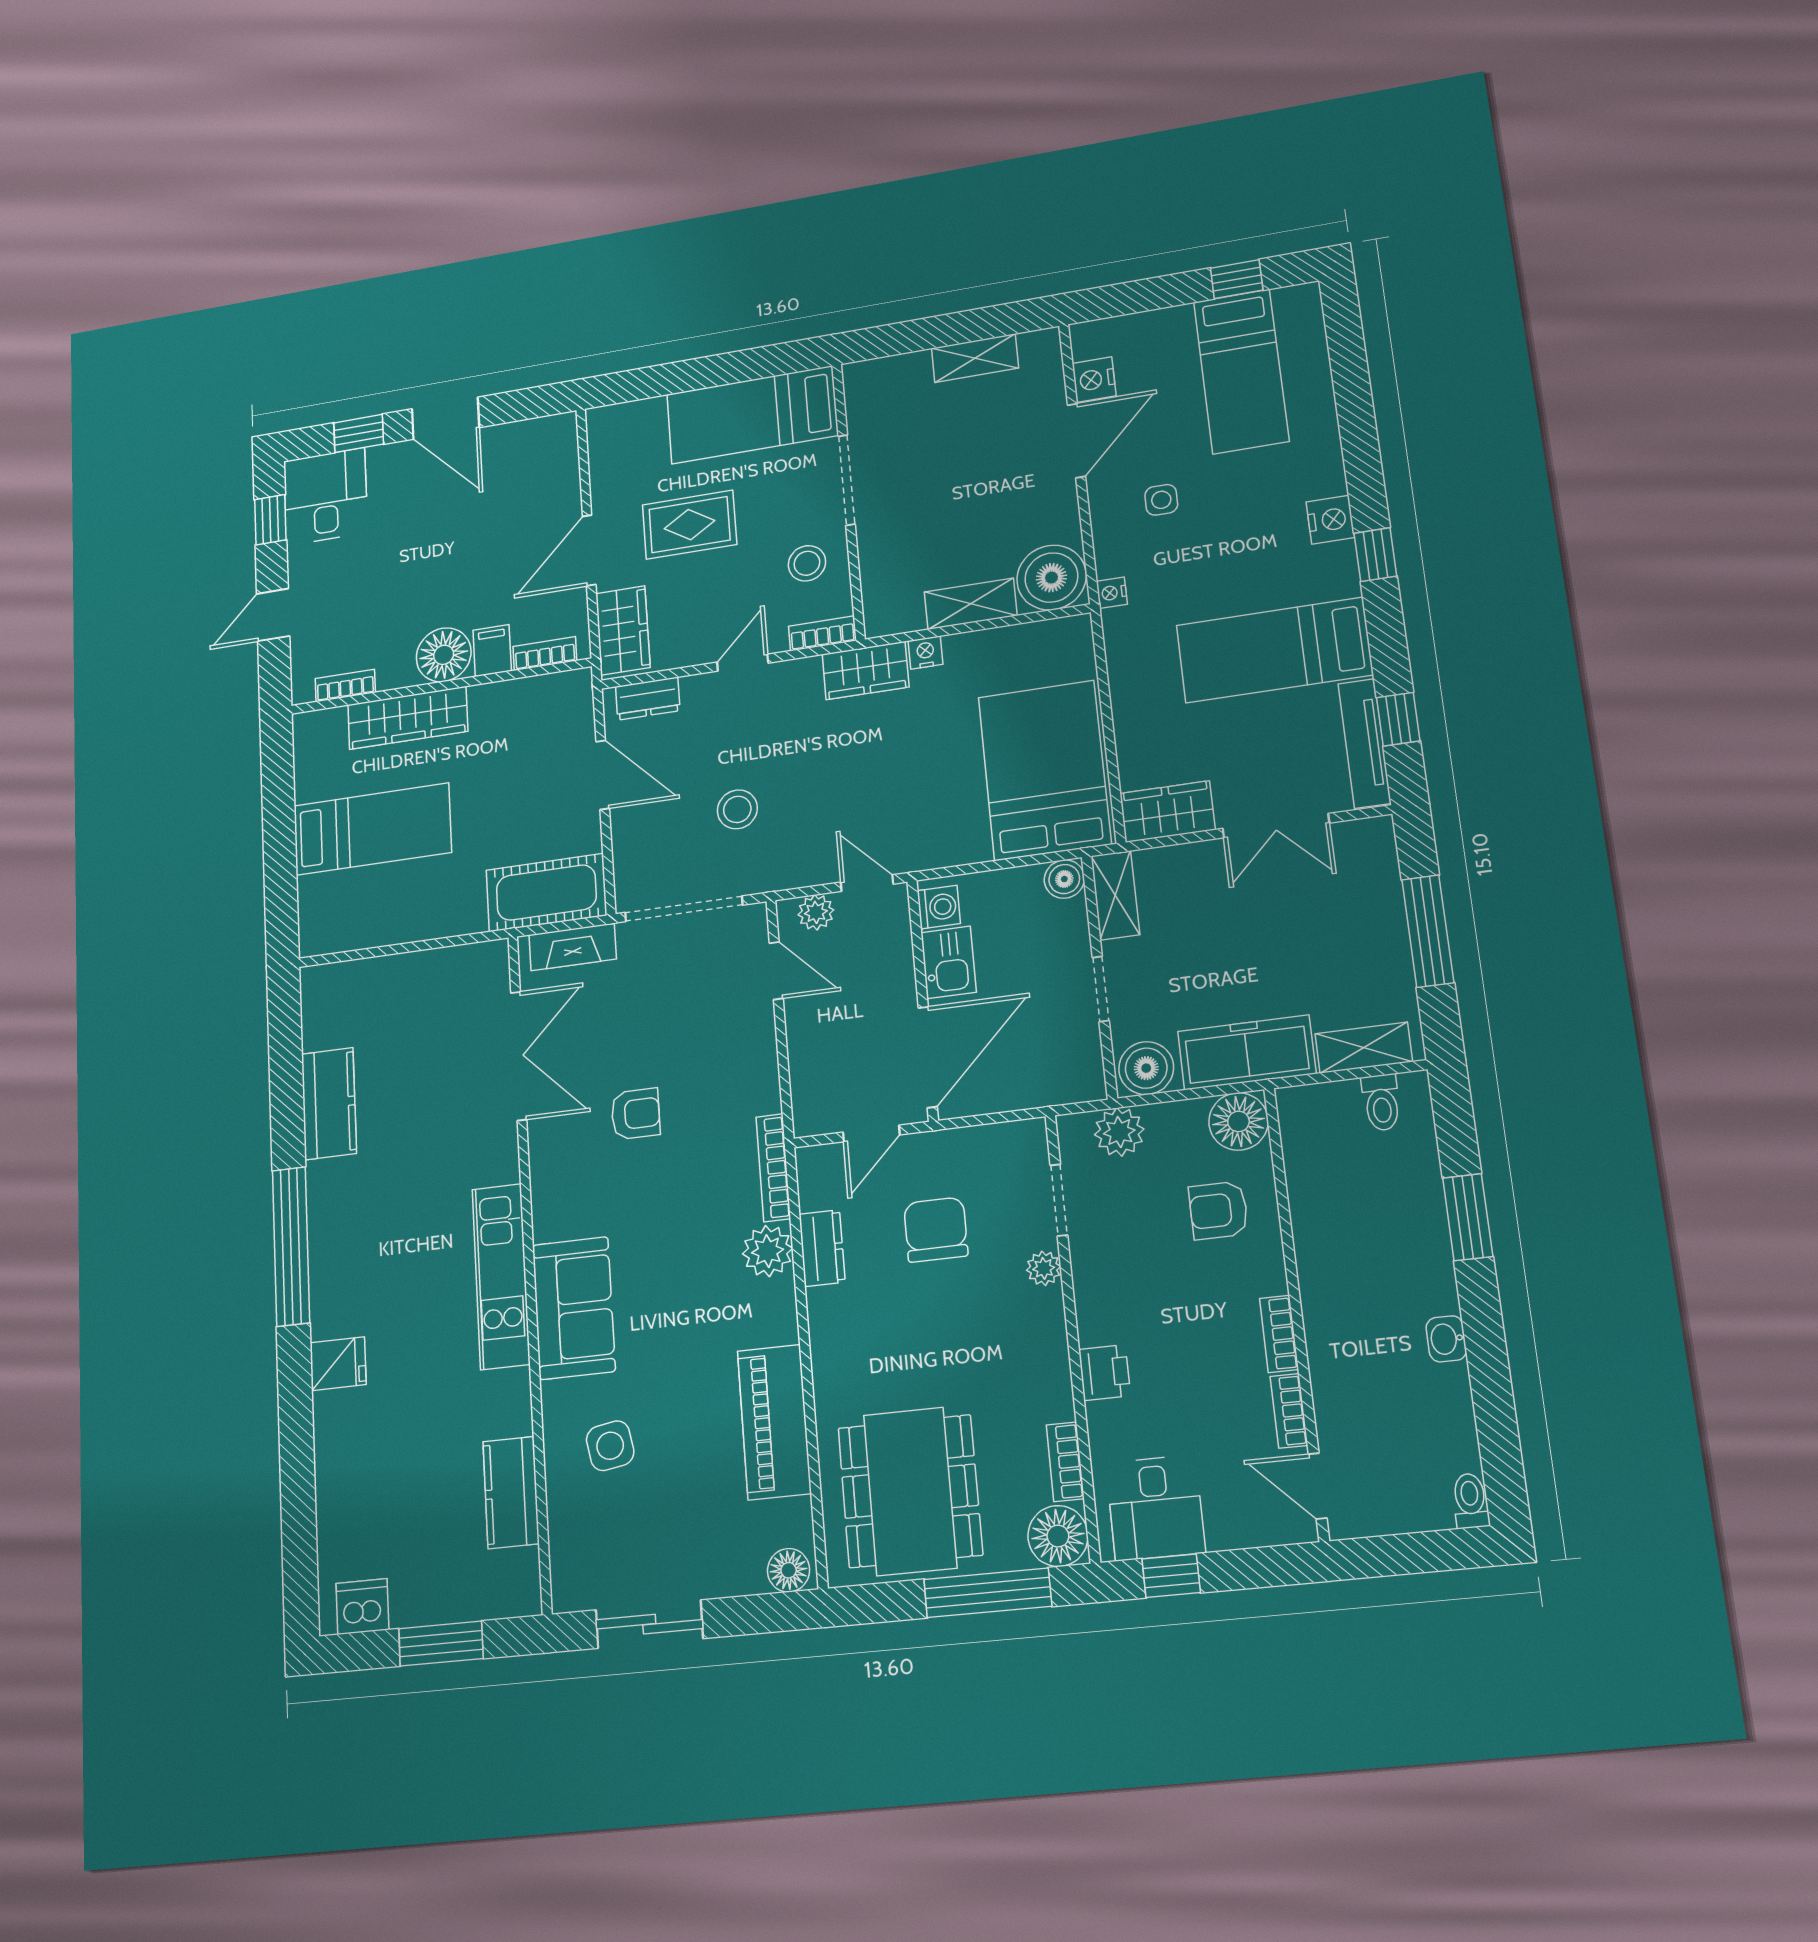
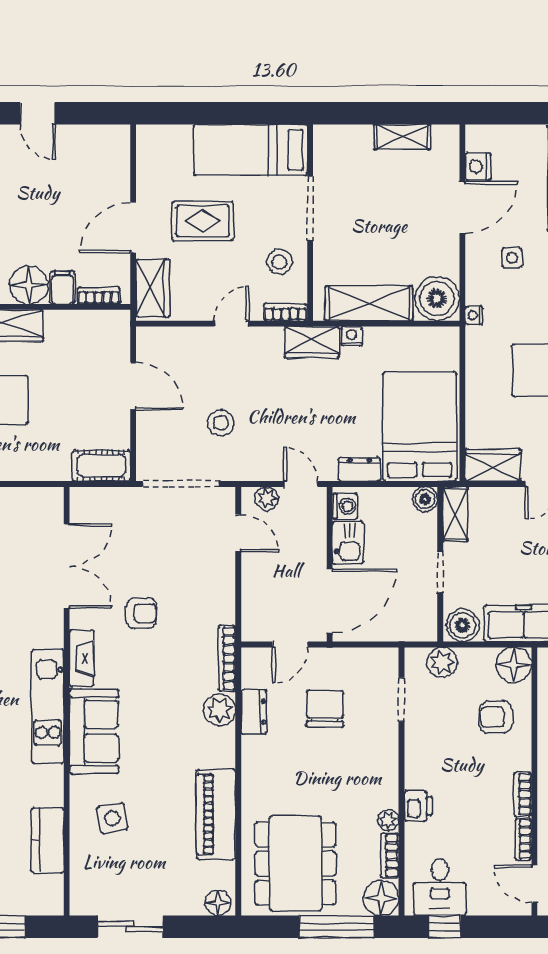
door: (445, 418) -> (38, 113), width x0.73
shelving: (971, 604) -> (369, 303), width x1.50, depth x1.33
dresser: (648, 699) -> (360, 469), moved, turned 180
cot: (546, 893) -> (101, 466), width x0.73, depth x0.75
fireplace: (573, 947) -> (82, 658), moved, turned -90
plant: (1044, 1268) -> (388, 820), moved

